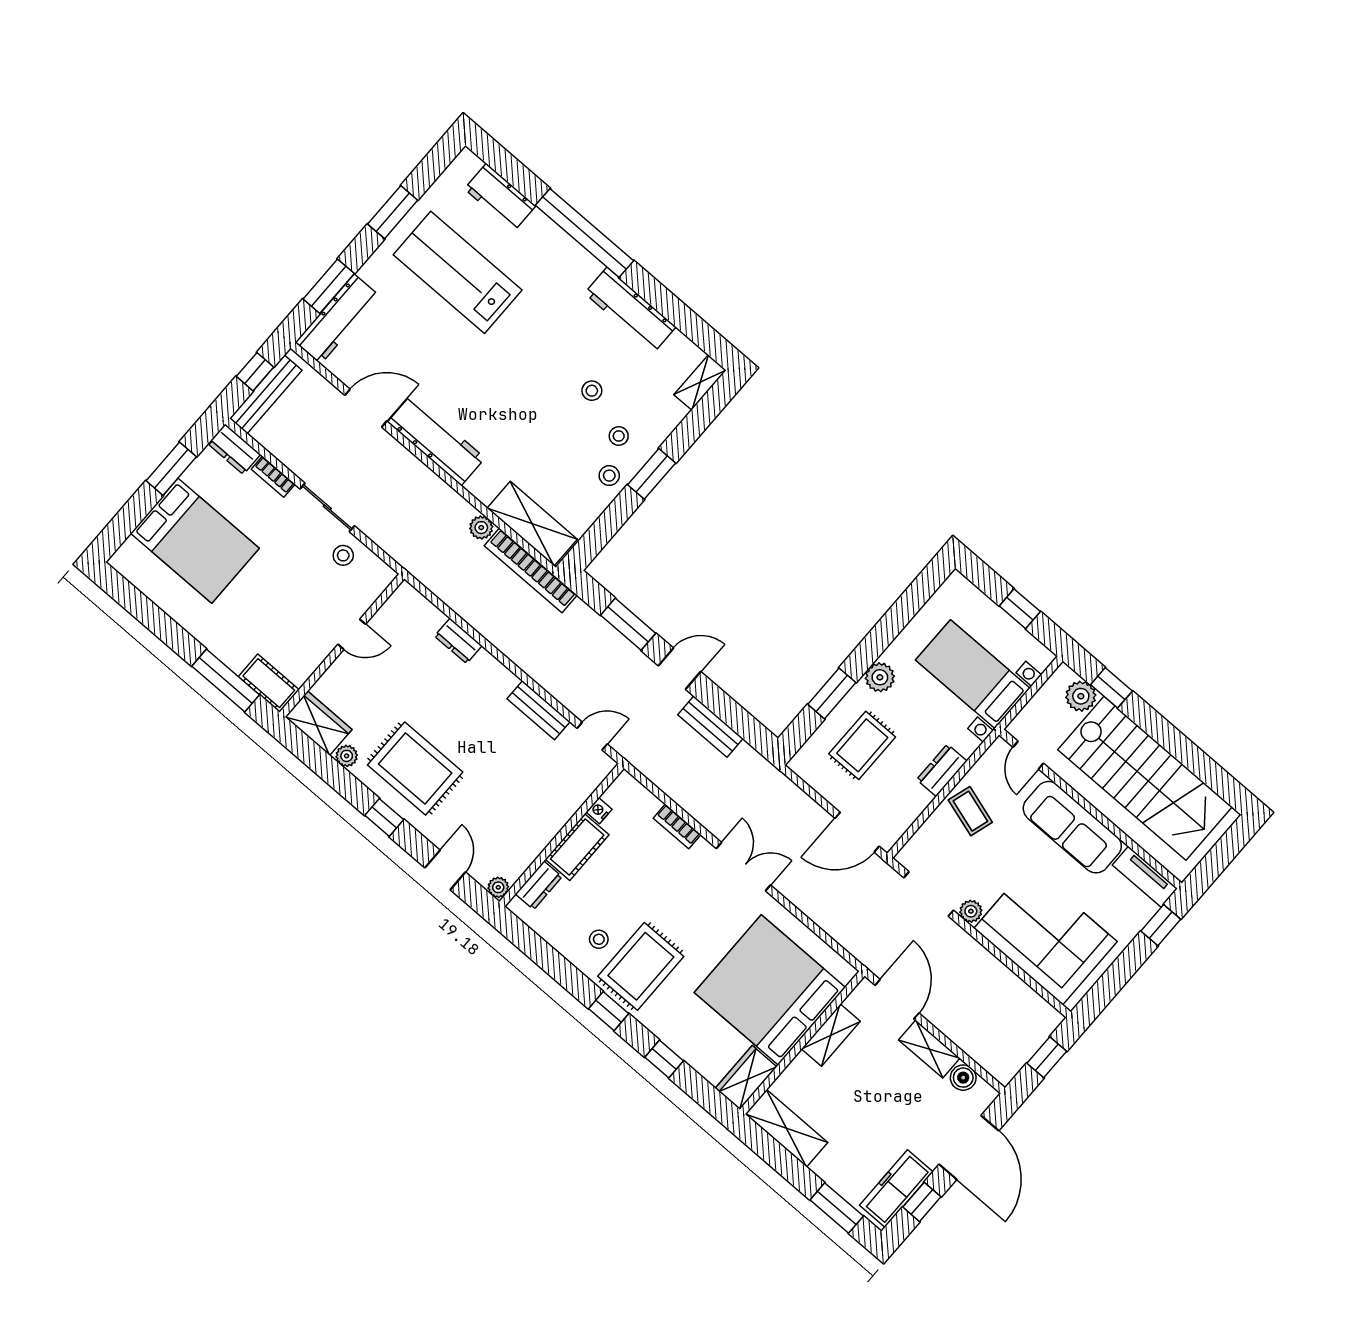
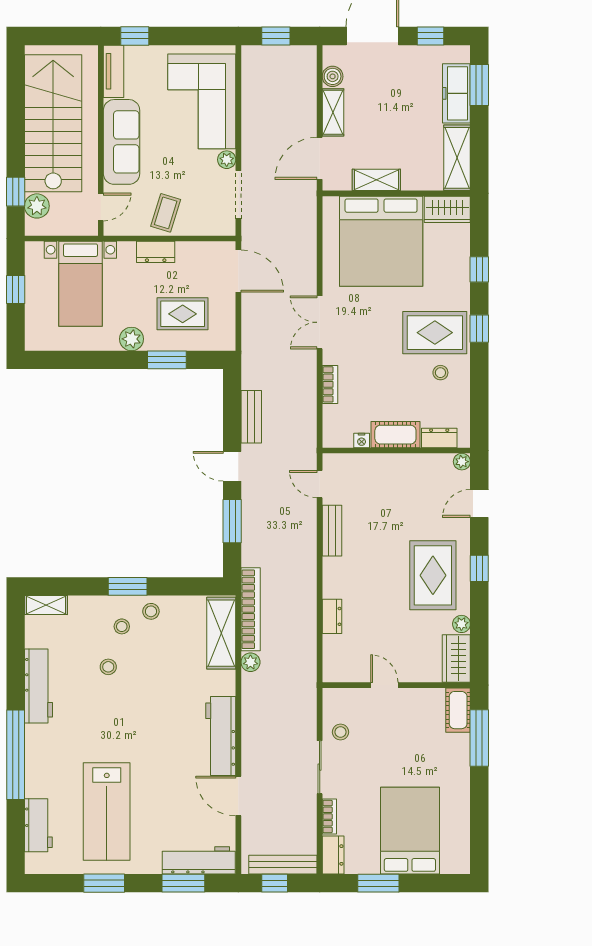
freezer: (896, 1188) -> (456, 93), moved, turned 90

